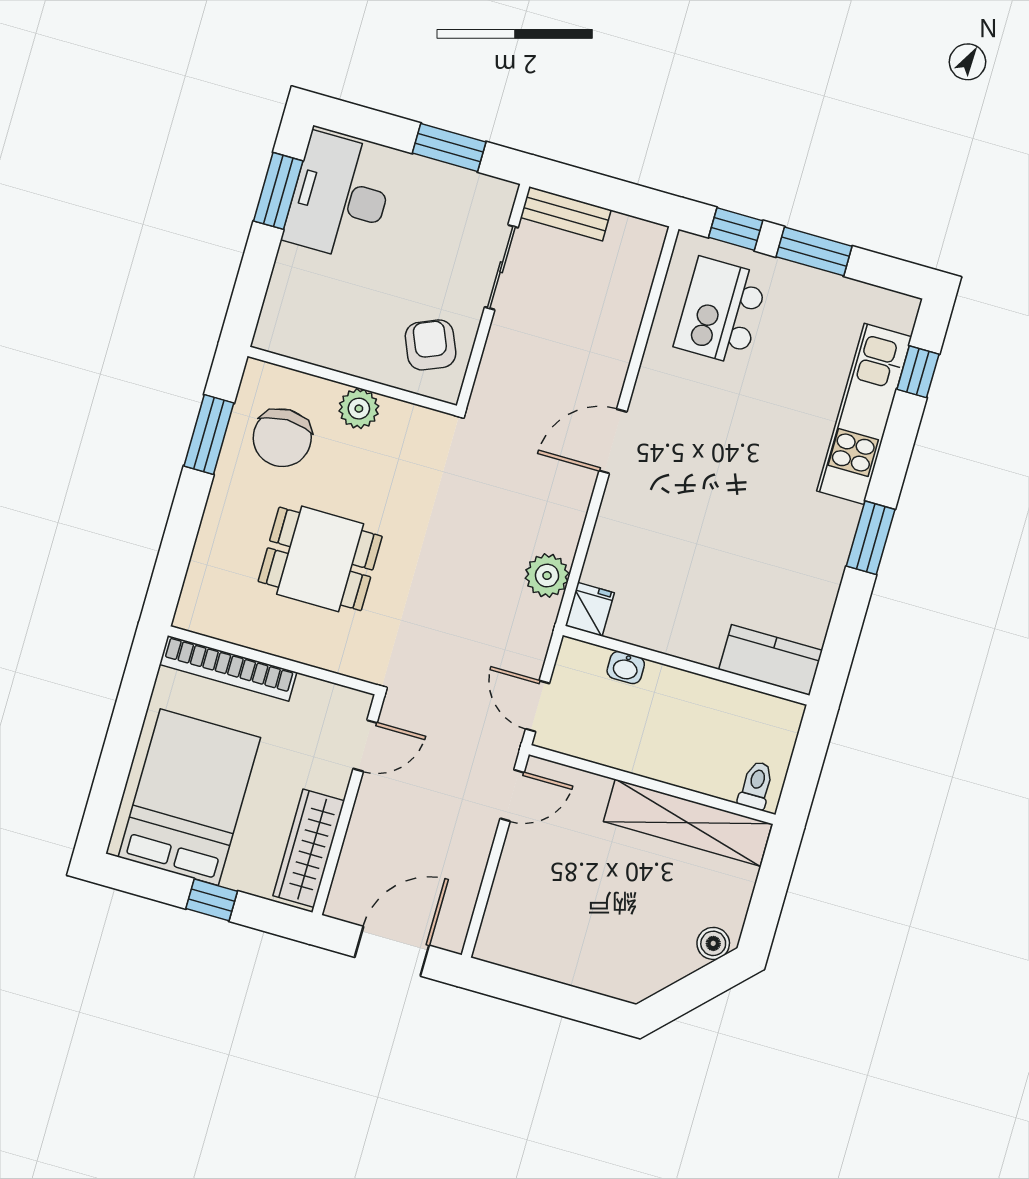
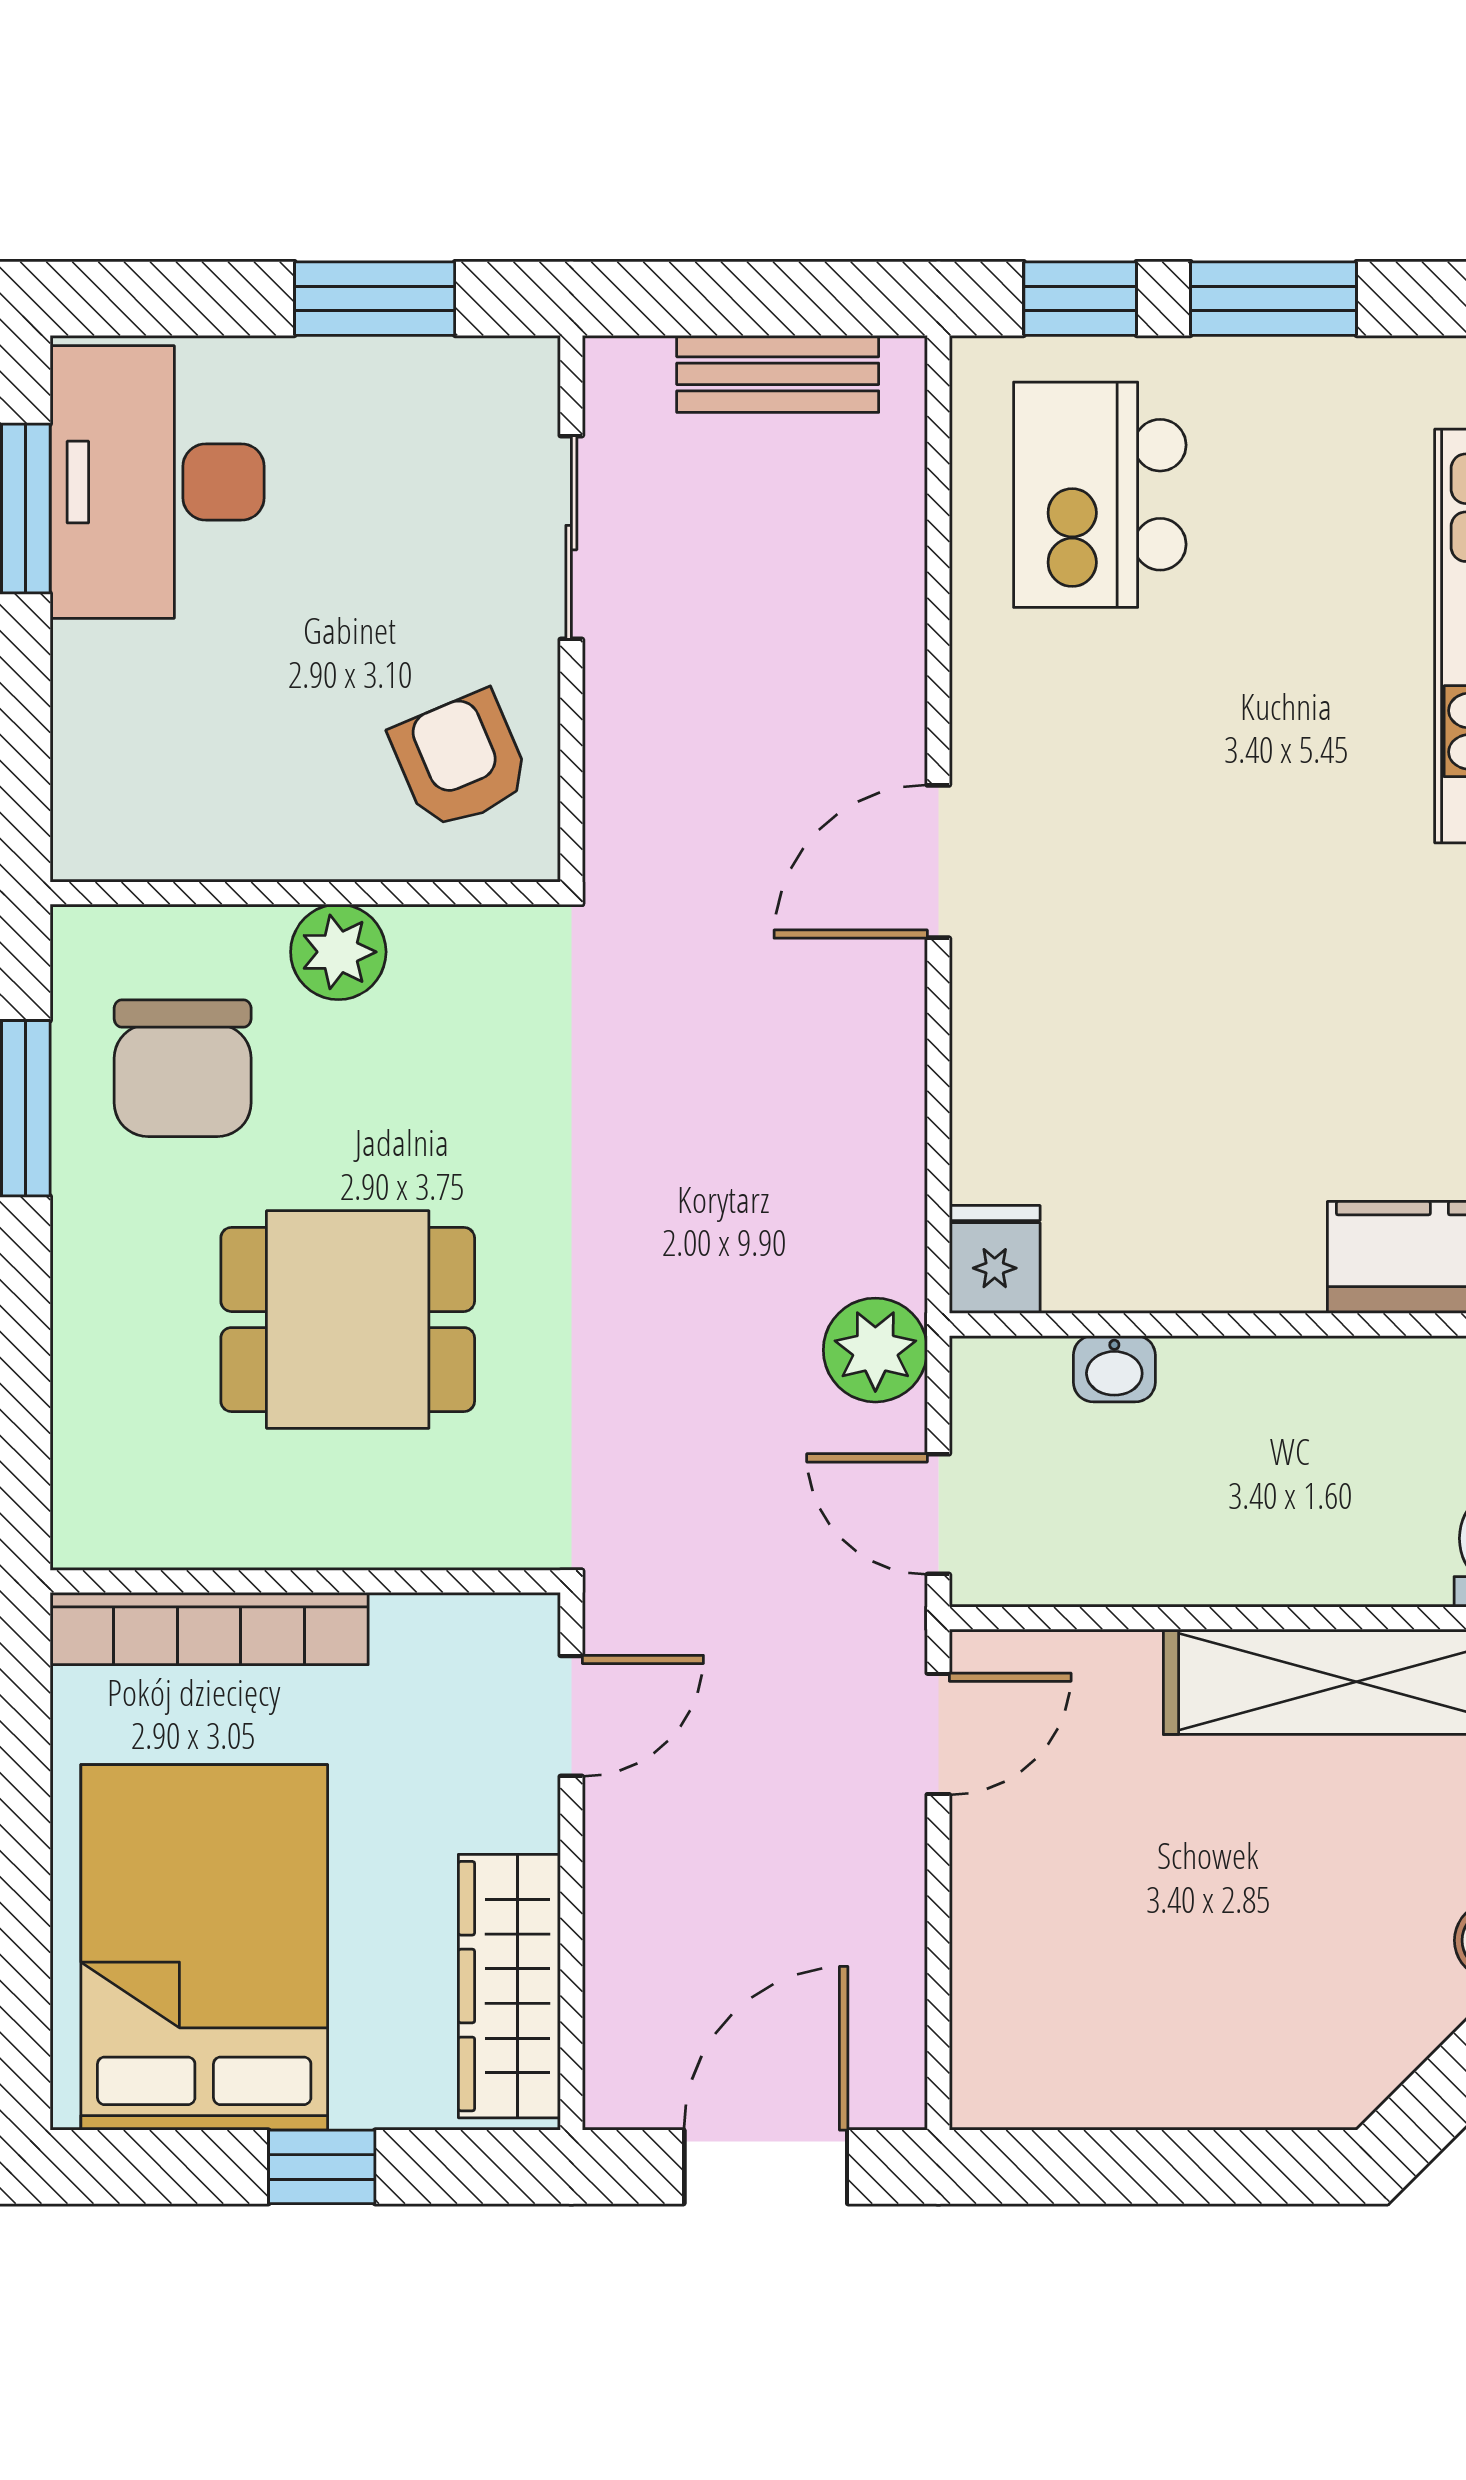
bench: (566, 214) -> (778, 374), moved
plant: (547, 576) -> (875, 1350), moved

